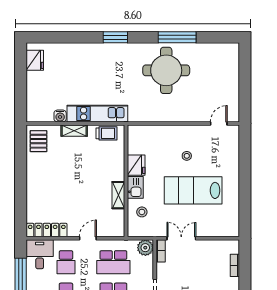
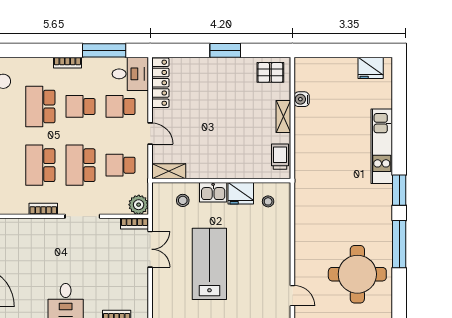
window: (115, 37) -> (399, 190), moved
round table: (166, 70) -> (357, 274), moved
kitchen unit: (97, 114) -> (382, 146), moved, turned 180
trolley: (106, 133) -> (280, 157), turned 180
stool: (187, 156) -> (268, 201), moved
window: (21, 178) -> (225, 50), added
shelving: (118, 195) -> (169, 171), moved
school desk: (113, 262) -> (121, 165), width x0.54

